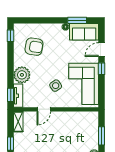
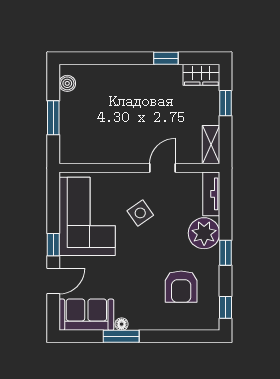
window: (77, 20) -> (121, 336), moved
armchair: (34, 47) -> (181, 287), turned -99
window: (11, 95) -> (226, 253), moved

